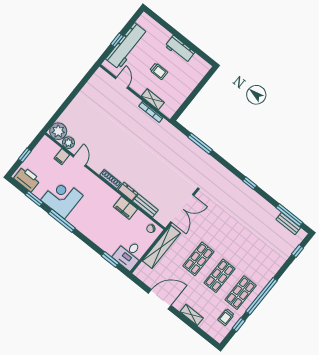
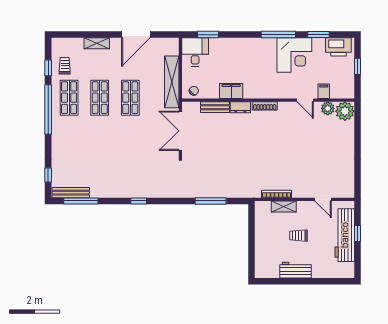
bench: (288, 224) -> (71, 193), width x1.36

